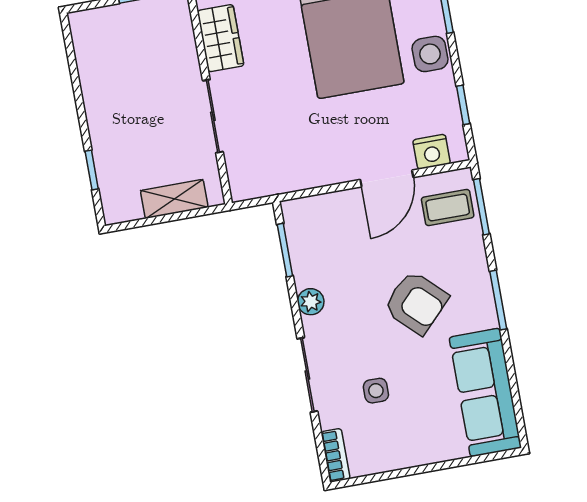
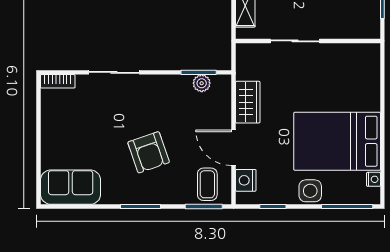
wardrobe: (221, 38) -> (248, 102), moved, turned -90
plant: (311, 302) -> (202, 83), moved
armchair: (416, 303) -> (149, 152), turned -63
side table: (376, 391) -> (96, 116), removed
sofa: (485, 393) -> (71, 187), width x0.73

